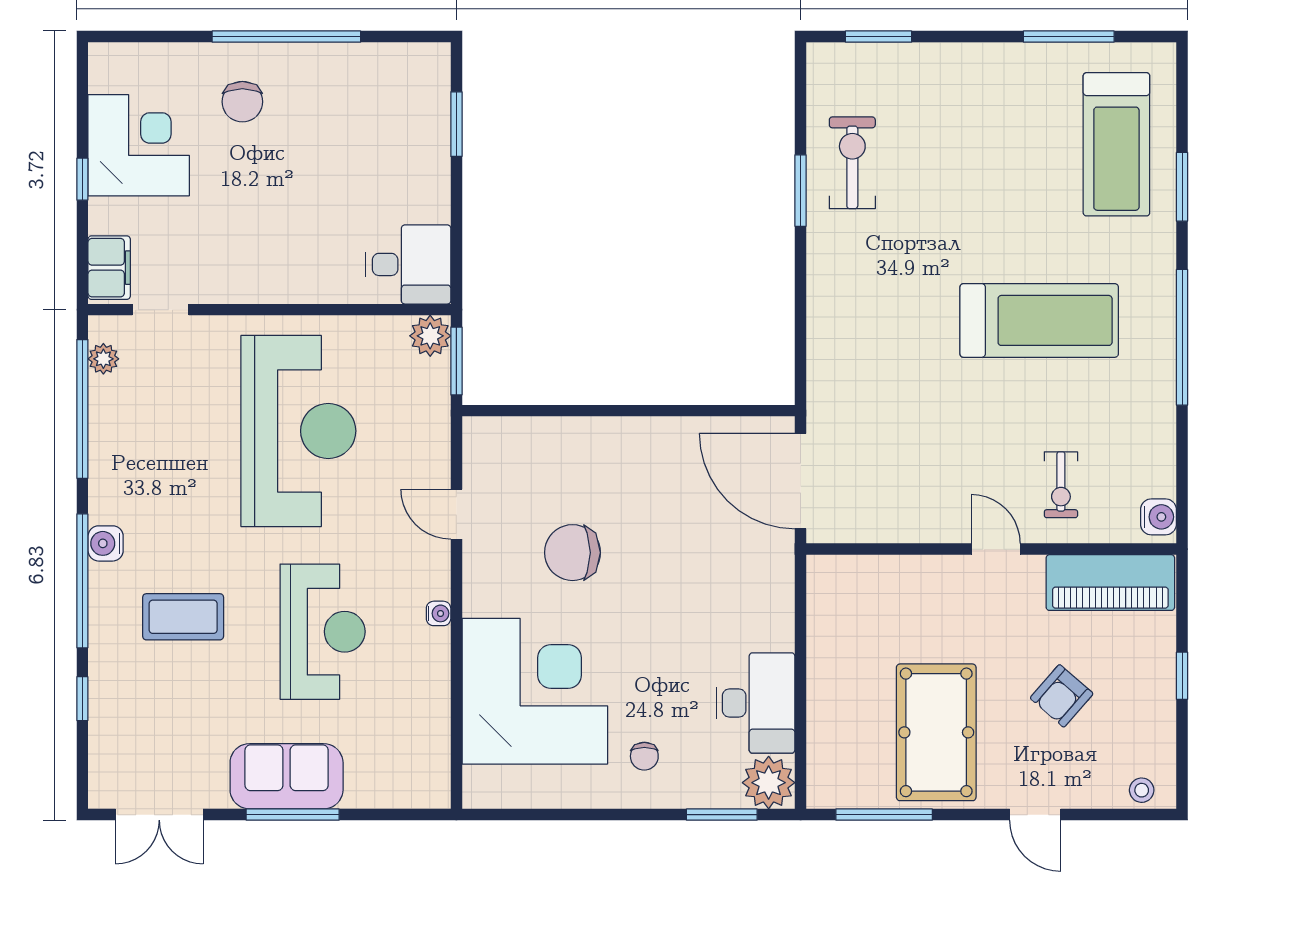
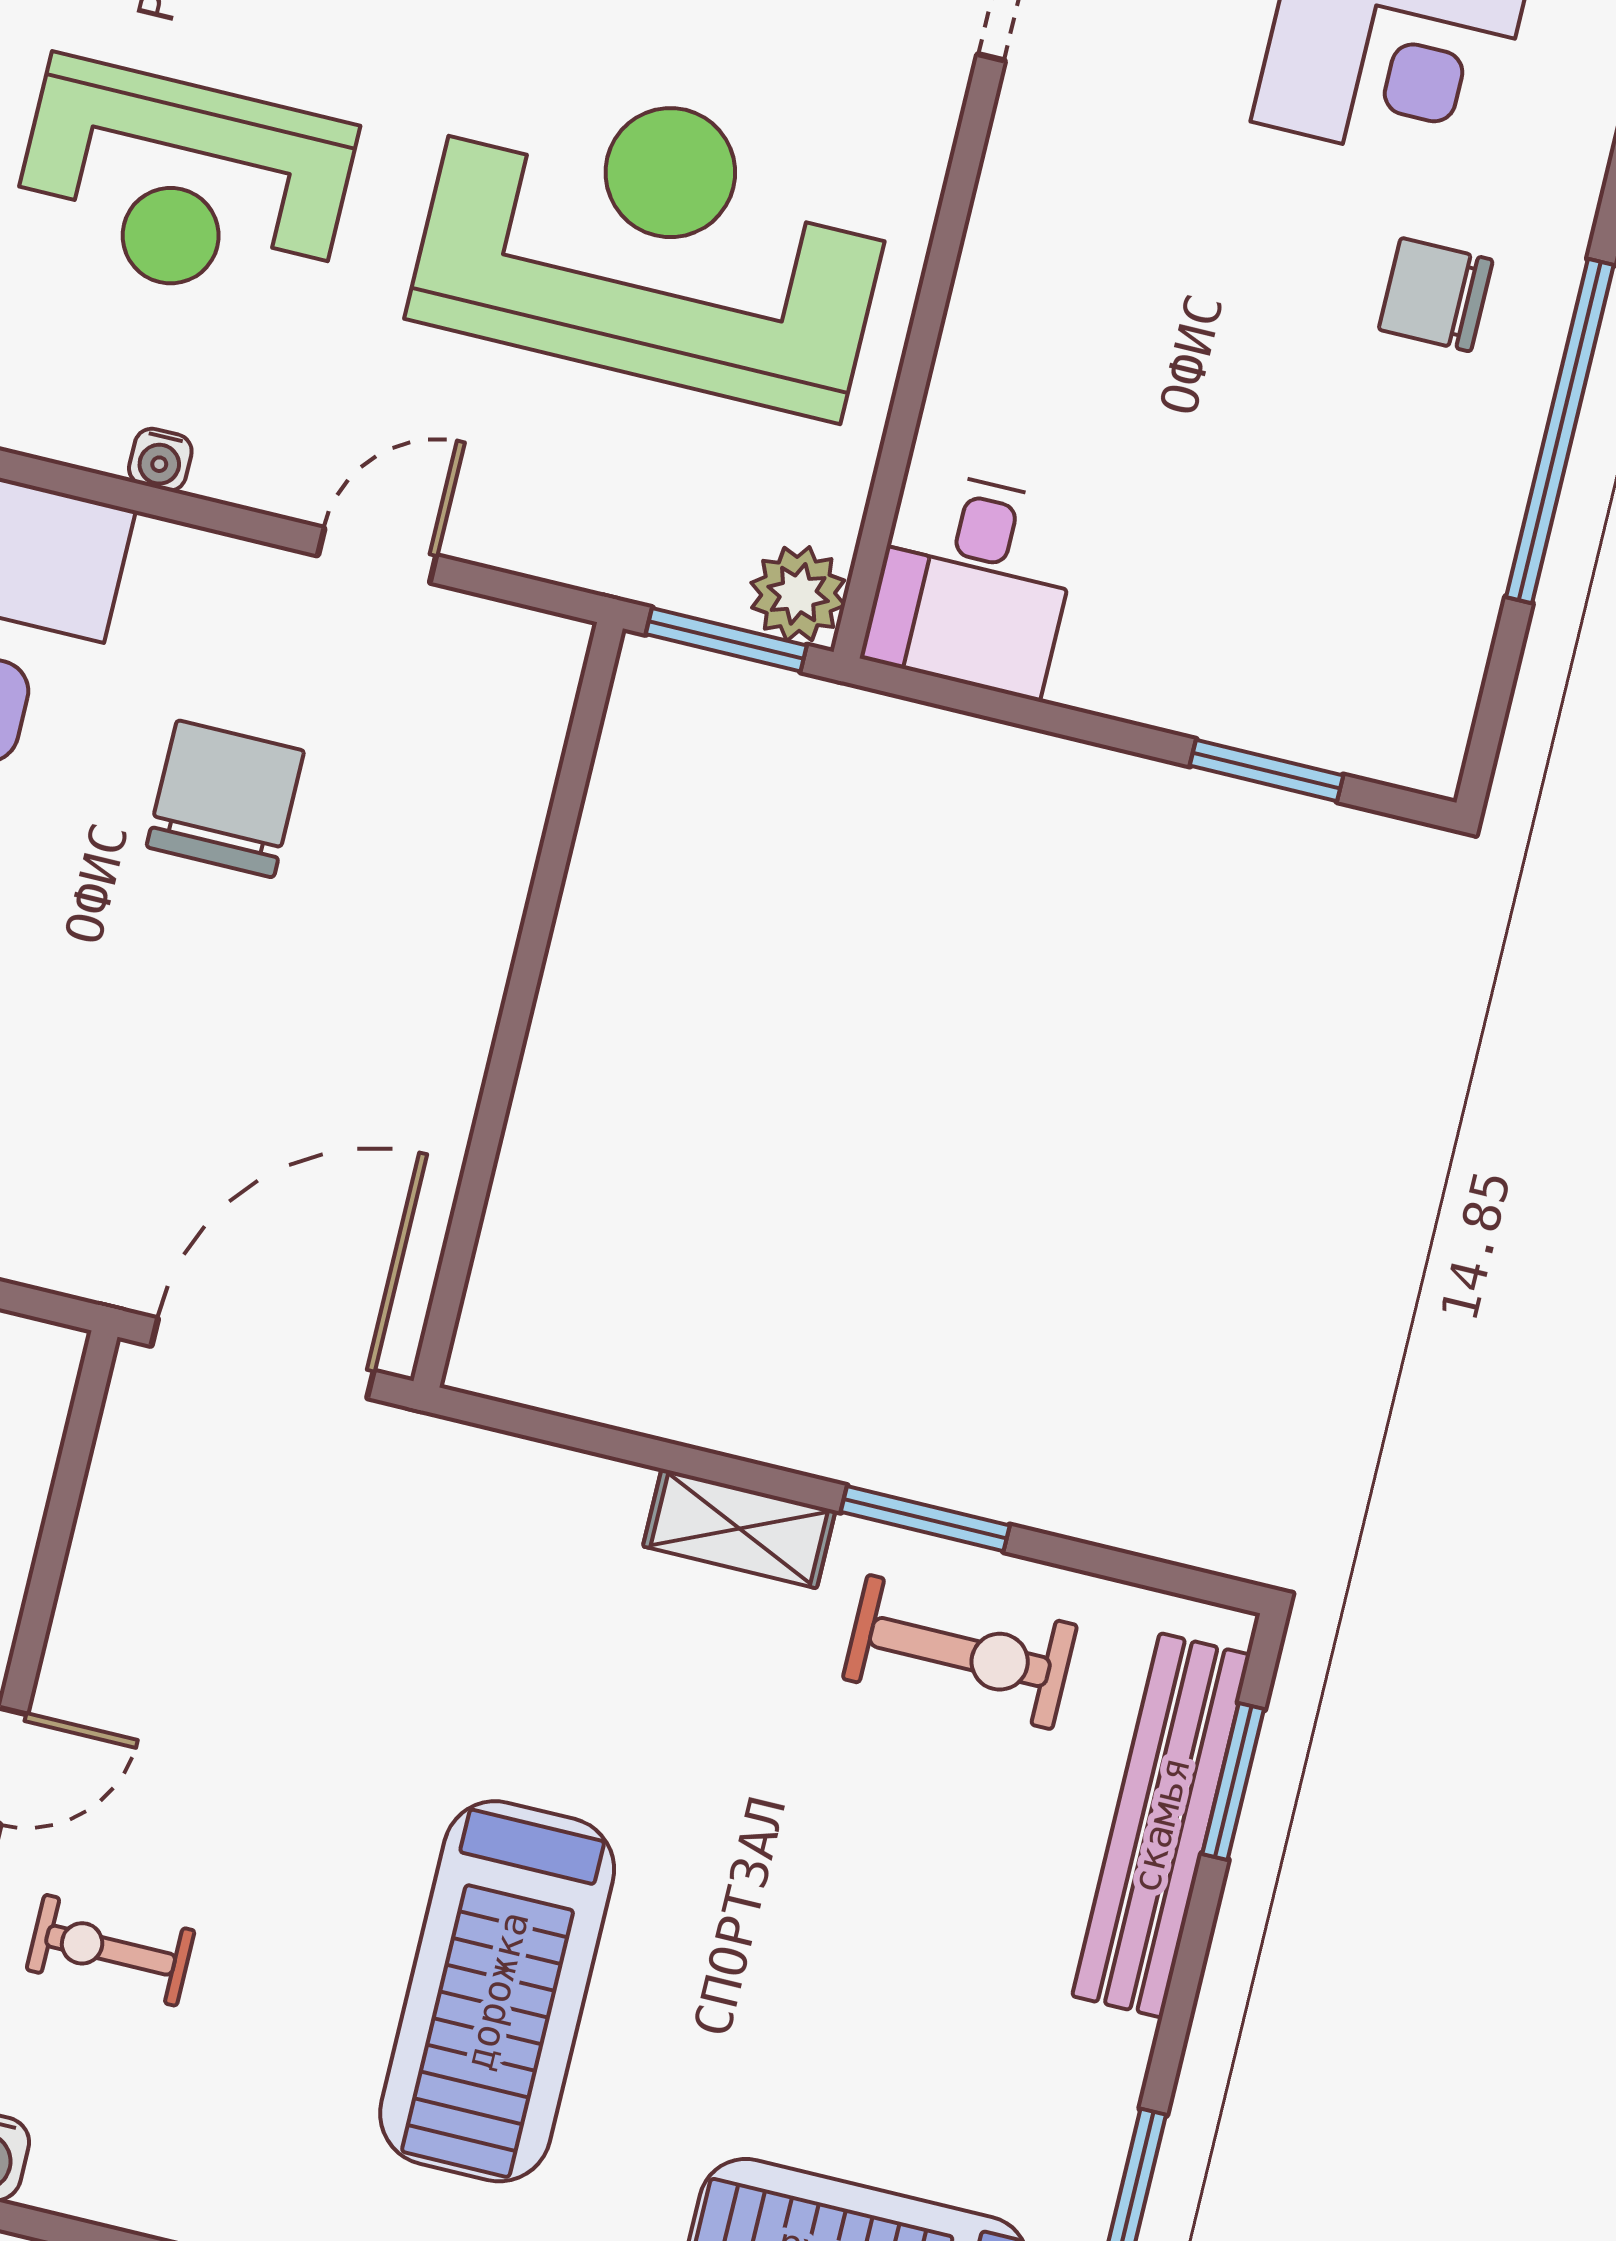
bench: (904, 62) -> (1161, 1825), added
shelving: (823, 267) -> (739, 1528), added
reception desk: (298, 431) -> (654, 241), turned 180

